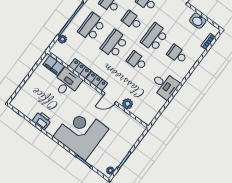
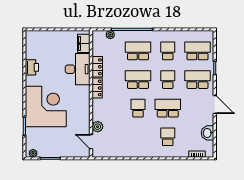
desk: (67, 83) -> (78, 69), width x1.37
desk: (165, 85) -> (135, 145), removed
door: (110, 99) -> (91, 142), moved

